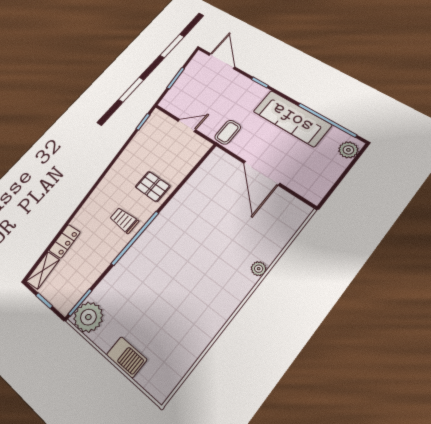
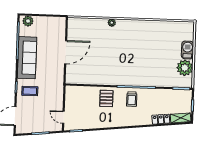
door: (187, 125) -> (63, 117), moved
coffee table: (228, 132) -> (30, 91), moved
plant: (88, 317) -> (185, 68), moved

